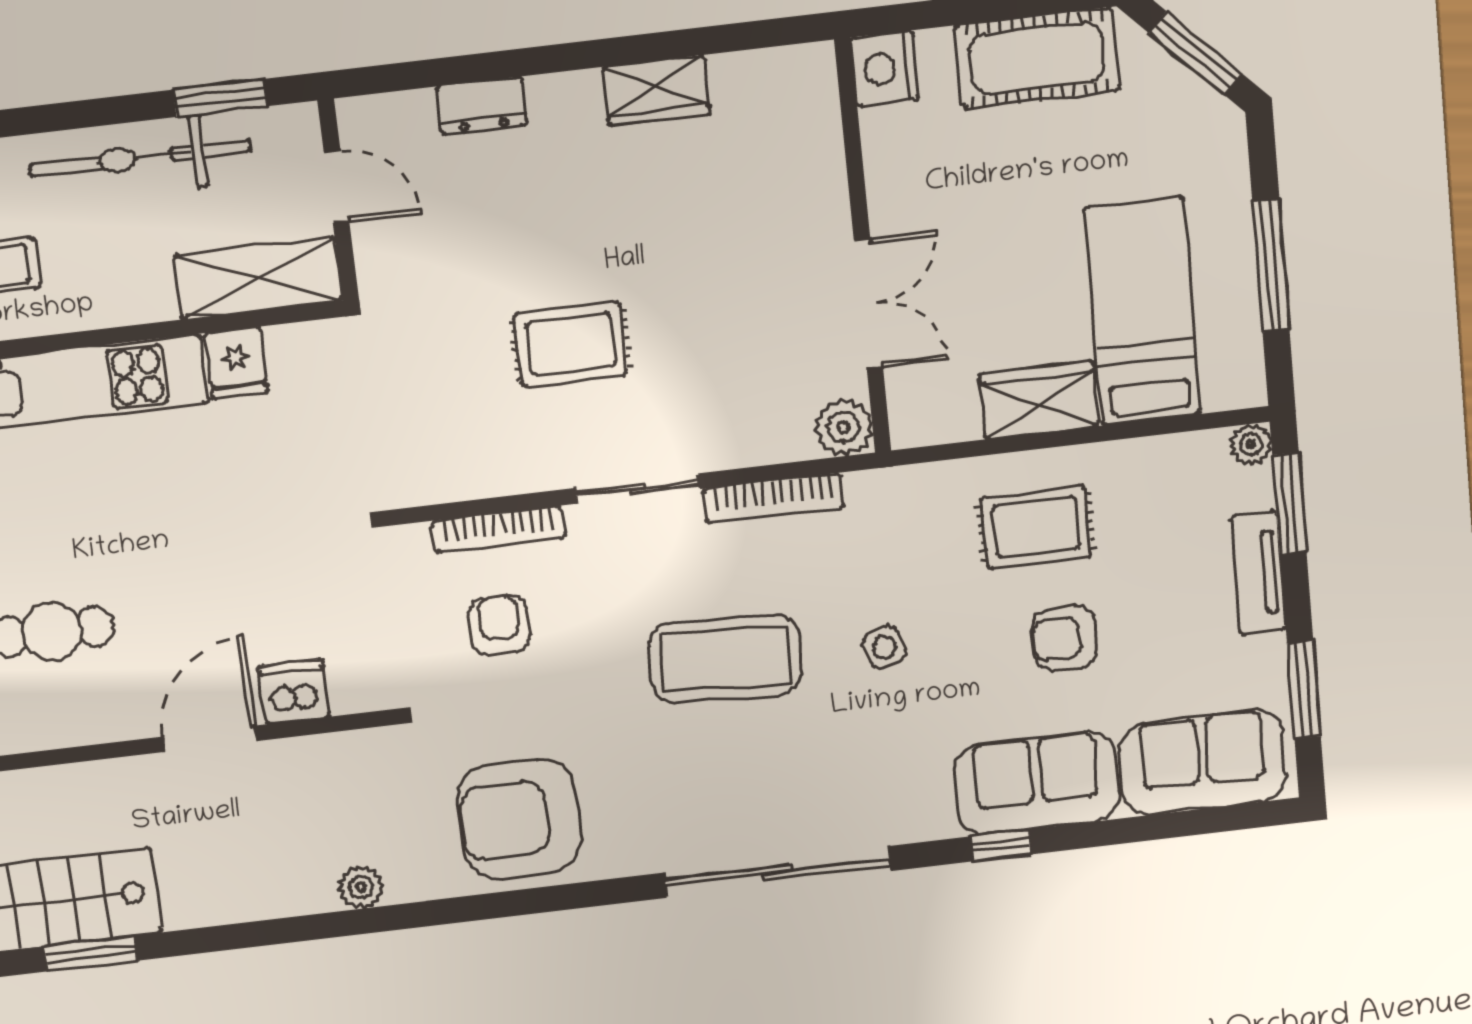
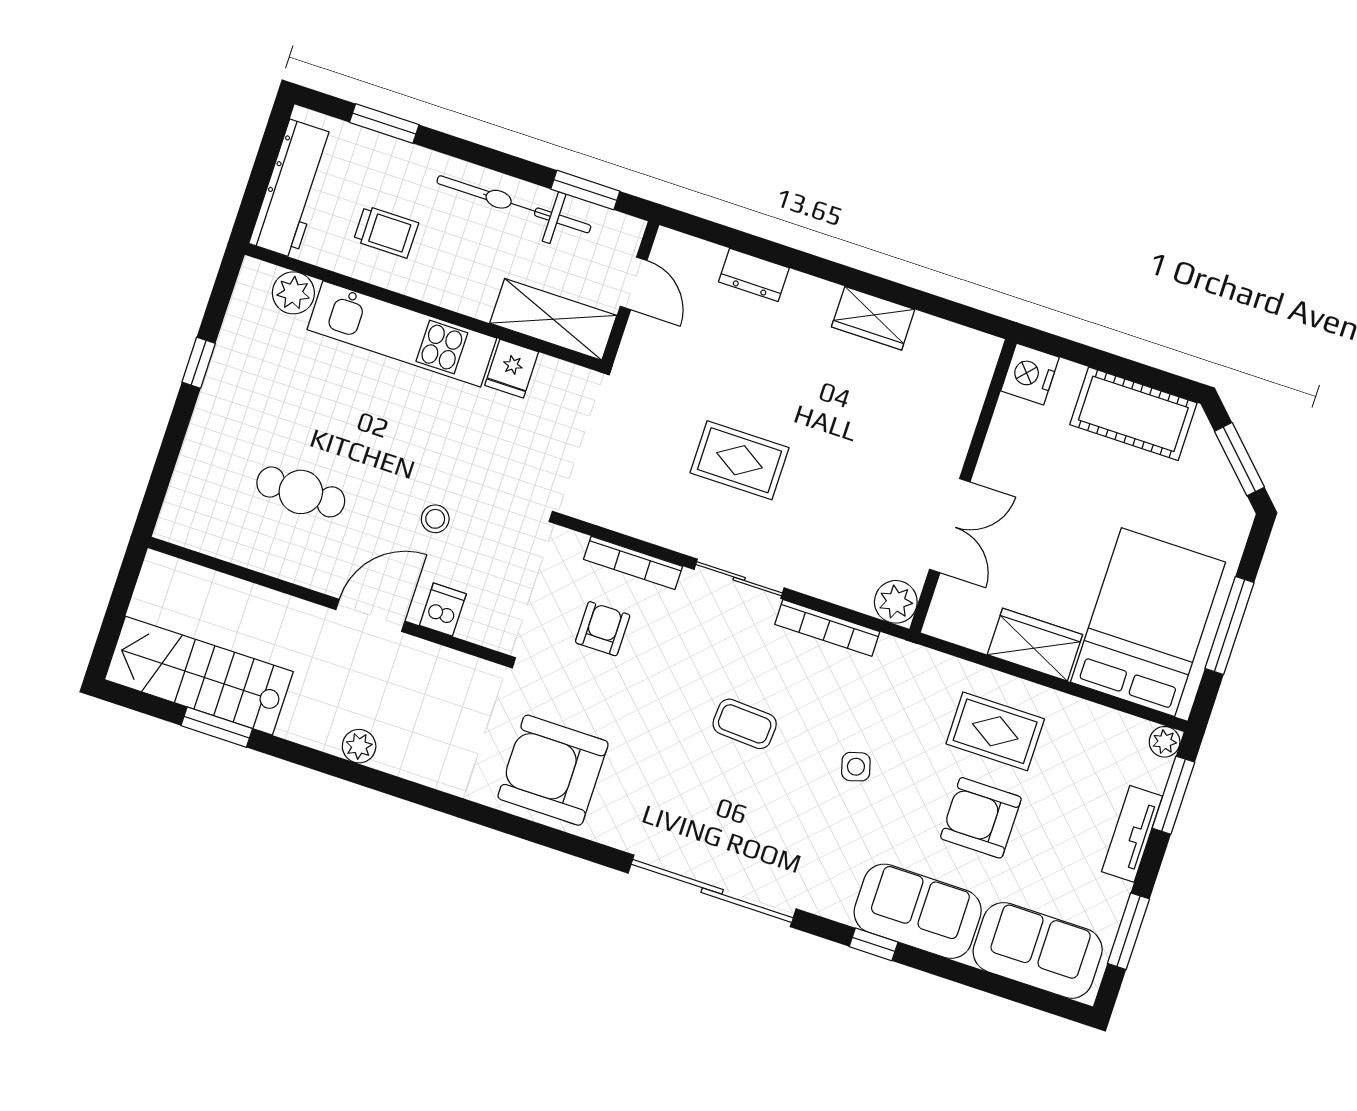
bed: (1143, 311) -> (1148, 622), width x1.50
stool: (232, 588) -> (435, 519), added
armchair: (1065, 638) -> (981, 818), width x1.38, depth x1.38
coffee table: (725, 659) -> (745, 724), width x0.54, depth x0.58
dishwasher: (294, 692) -> (443, 610), width x0.73
plant: (361, 887) -> (359, 746), moved

